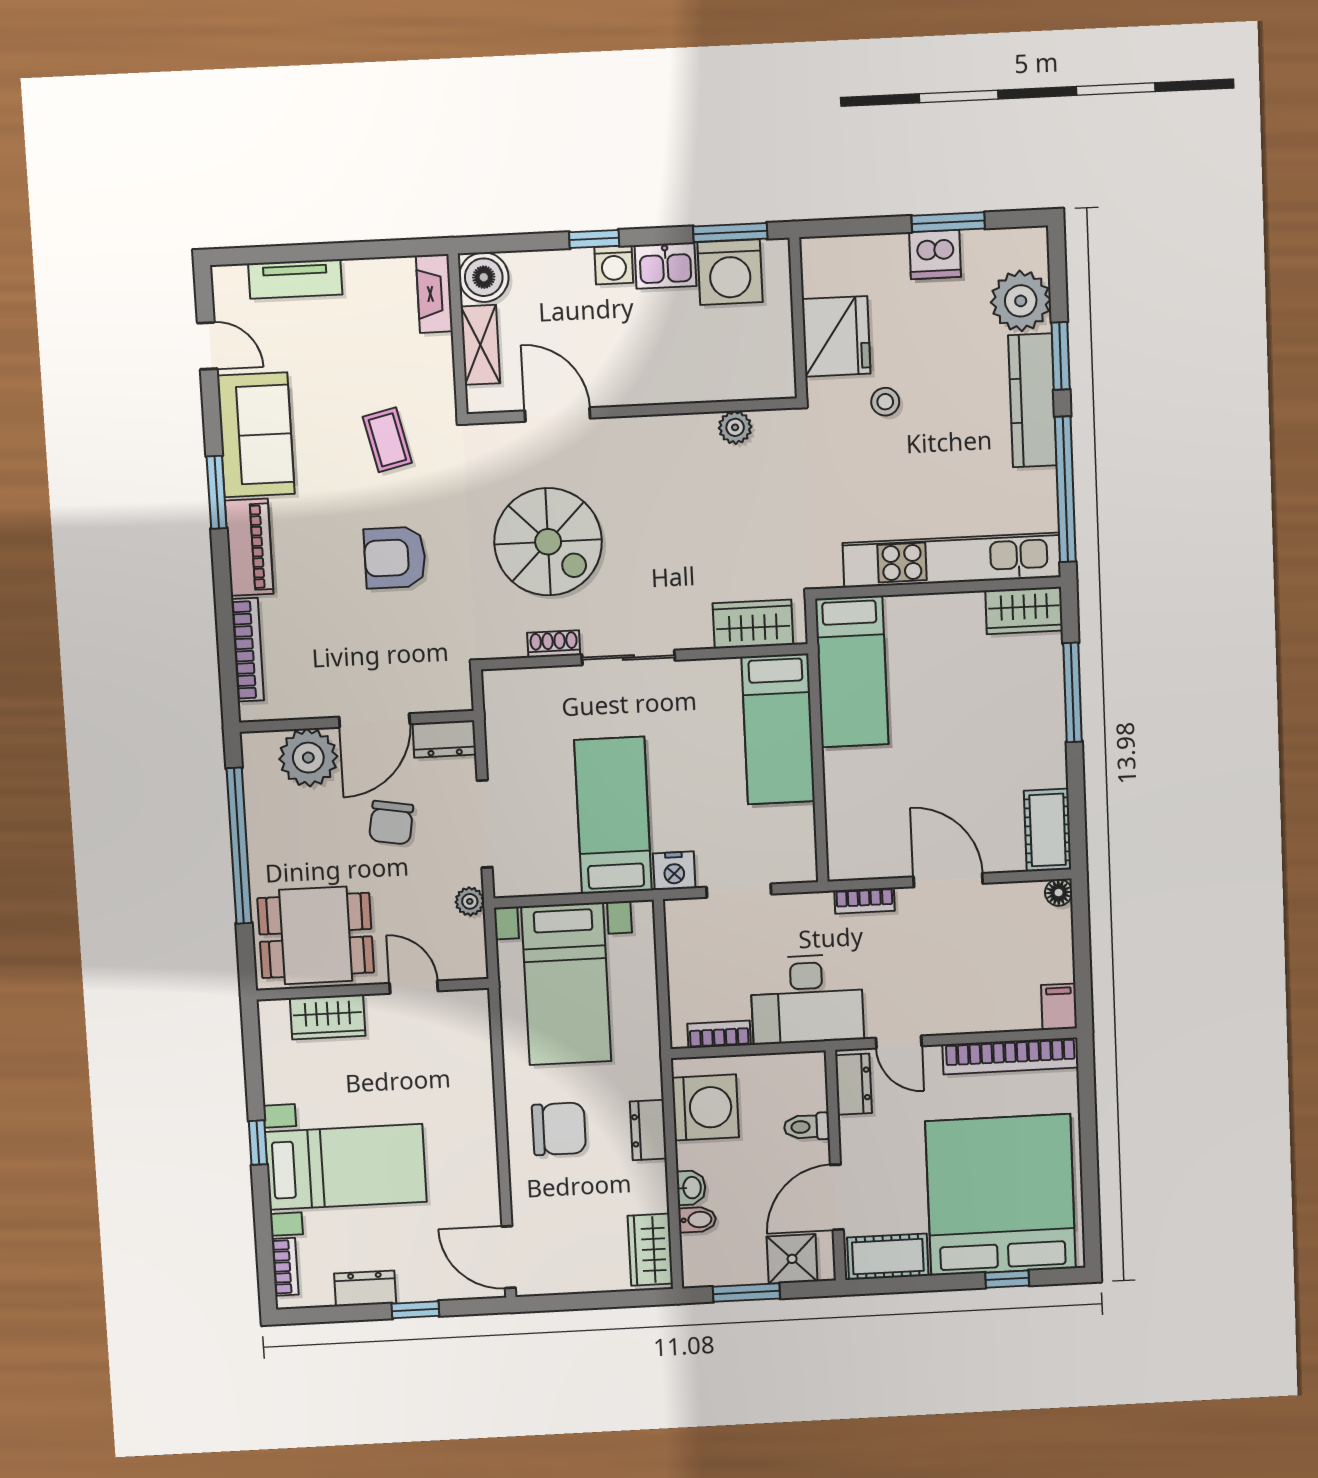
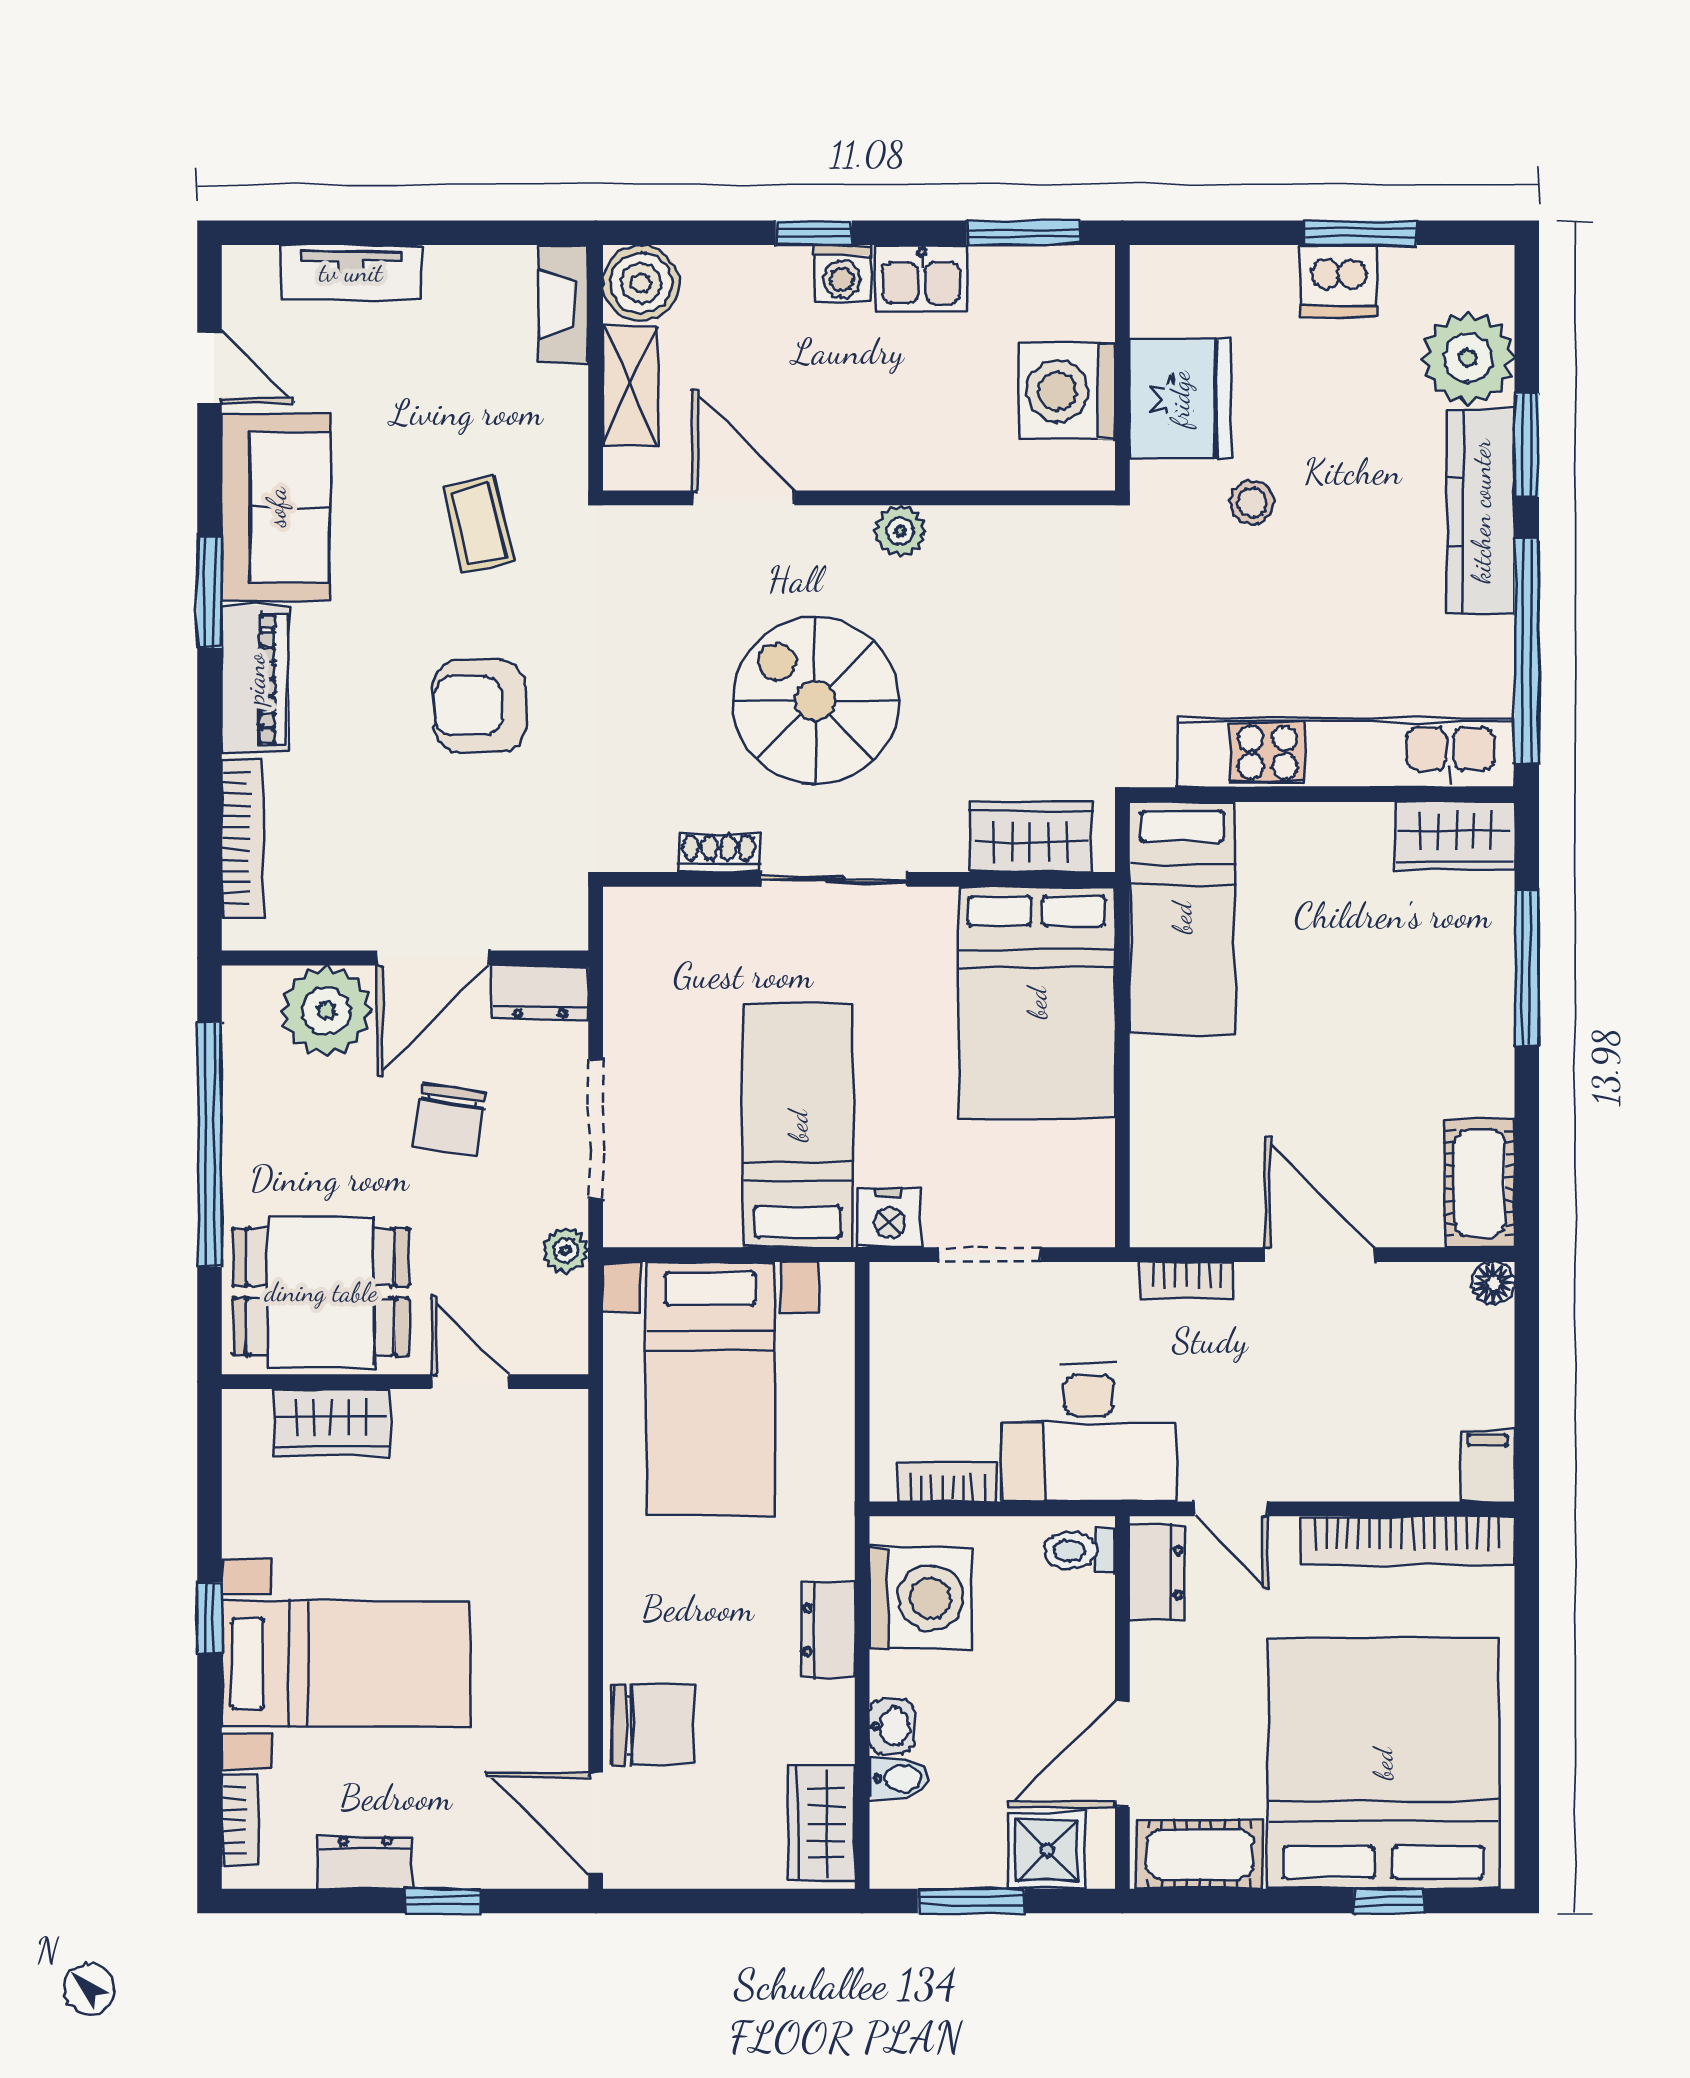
washing machine: (730, 272) -> (1067, 391), moved, turned 90
plant: (735, 427) -> (900, 531), moved
spiral stairs: (548, 542) -> (815, 701), moved, turned 180
bed: (778, 729) -> (1037, 1003), width x1.50
toilet: (807, 1127) -> (1080, 1551), moved
chair: (559, 1129) -> (653, 1725), moved

